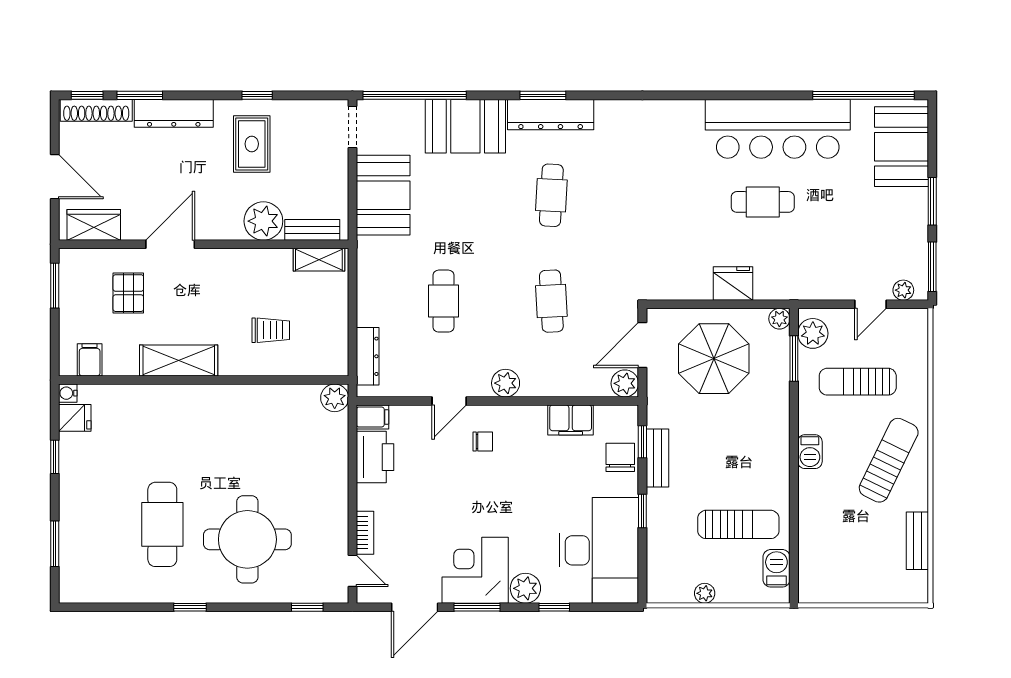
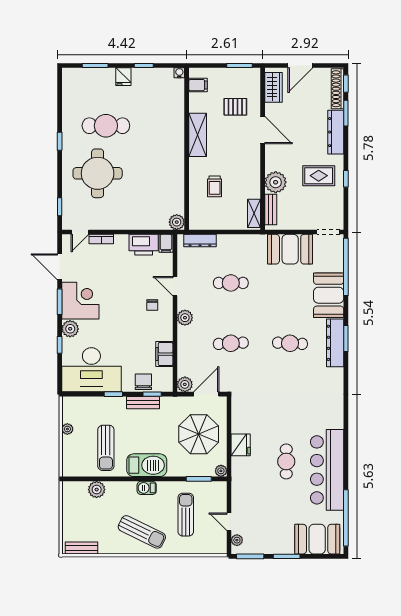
plant: (813, 333) -> (97, 490), moved
door: (642, 345) -> (206, 394), hinge flipped
fridge: (75, 418) -> (123, 77), moved
chair: (620, 457) -> (143, 382), turned -90
bench: (917, 541) -> (82, 548), moved
barbecue: (776, 568) -> (147, 465), moved, width x1.88, depth x1.53

